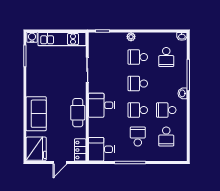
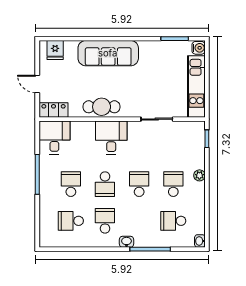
school desk: (138, 110) -> (105, 184), turned 180
sofa: (36, 114) -> (108, 53), width x1.36
school desk: (138, 137) -> (71, 184), turned -90
fridge: (36, 149) -> (55, 50), width x0.53, depth x0.75

